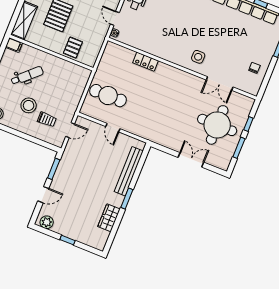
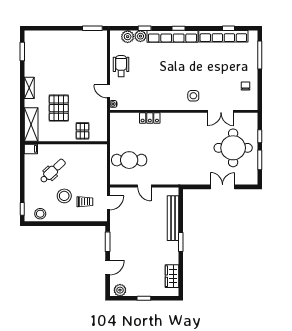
wardrobe: (109, 218) -> (172, 276), moved

